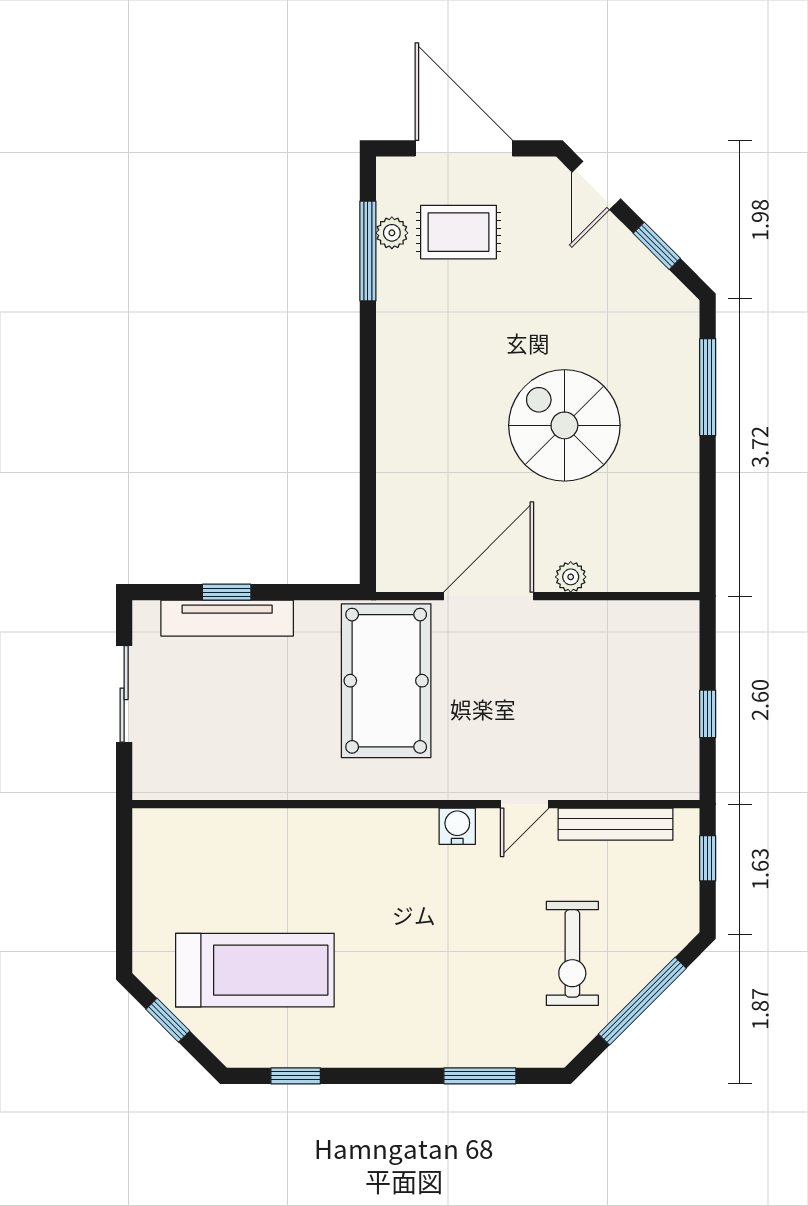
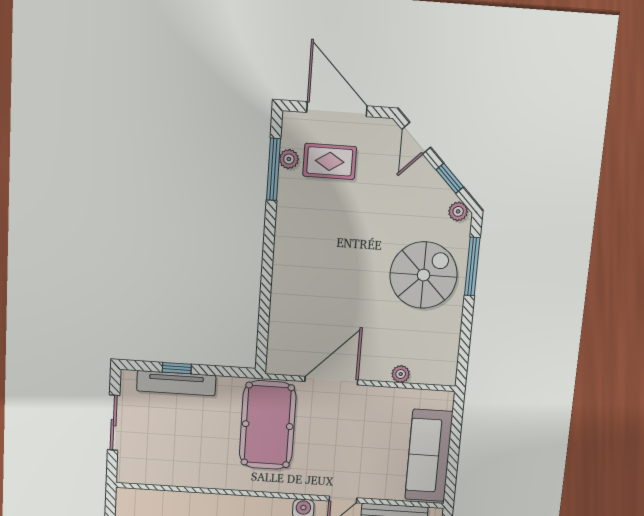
plant: (675, 299) -> (458, 211), added
spiral stairs: (564, 425) -> (424, 275), moved, turned 90
plant: (571, 577) -> (401, 374), moved
window: (708, 714) -> (453, 456), removed
sofa: (666, 716) -> (429, 456), added

